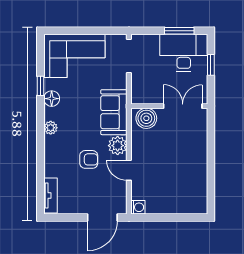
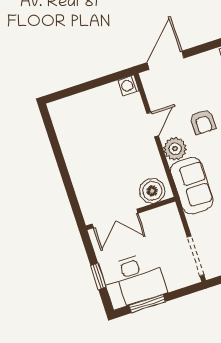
armchair: (89, 159) -> (203, 122), turned -90
door: (129, 170) -> (153, 124), hinge flipped

